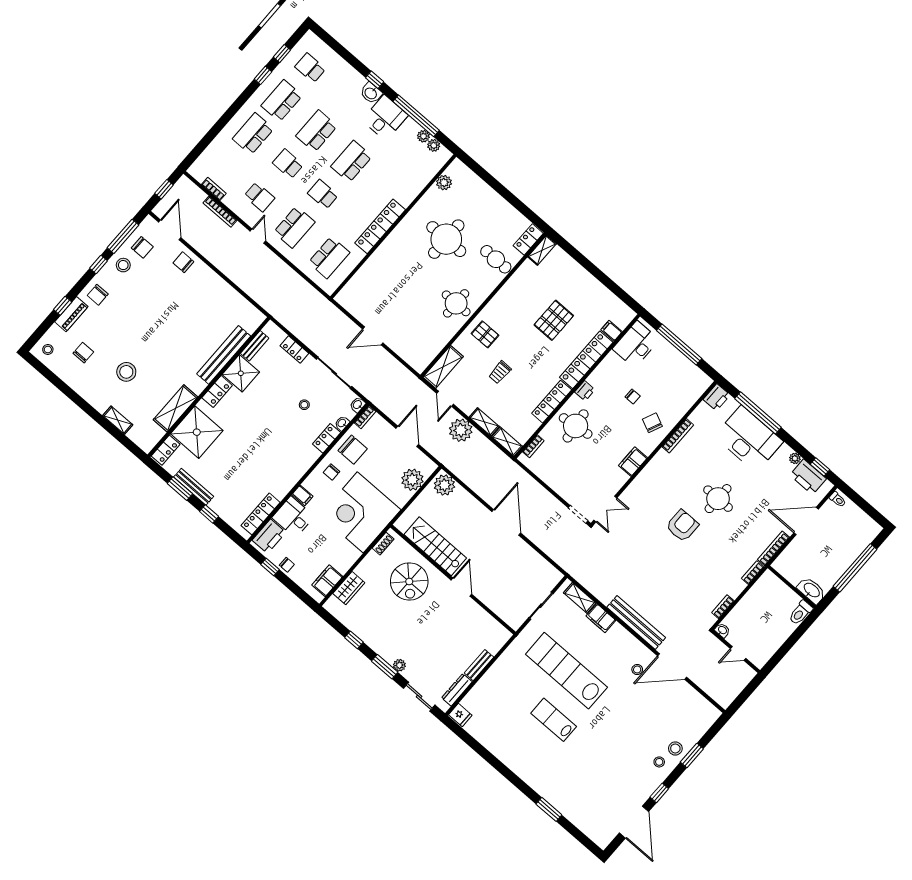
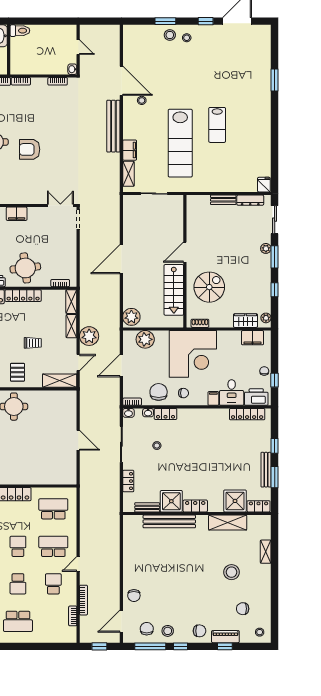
school desk: (323, 194) -> (18, 546), turned 180
shower: (197, 432) -> (235, 501), width x0.73, depth x0.73
plant: (335, 609) -> (266, 318), added

